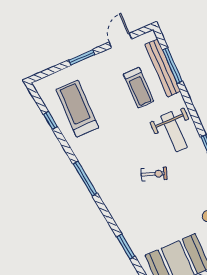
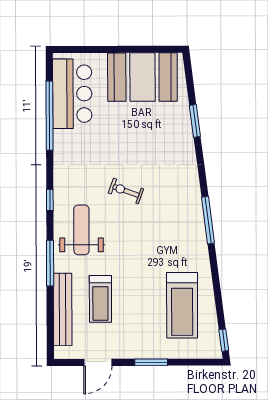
window: (172, 66) -> (50, 263), moved
treadmill: (139, 88) -> (100, 299), turned 180
window: (50, 120) -> (224, 340), moved

